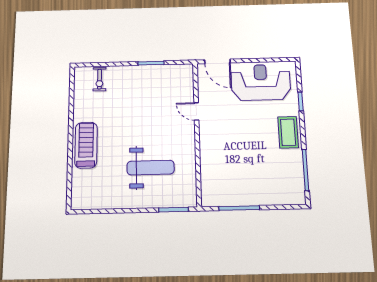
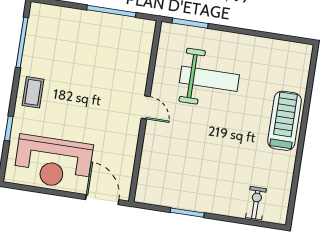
door: (196, 111) -> (146, 107), moved
coffee table: (288, 132) -> (33, 92), width x0.73, depth x0.77
treadmill: (86, 145) -> (284, 121), turned 180
weight bench: (151, 168) -> (209, 79), turned 180

